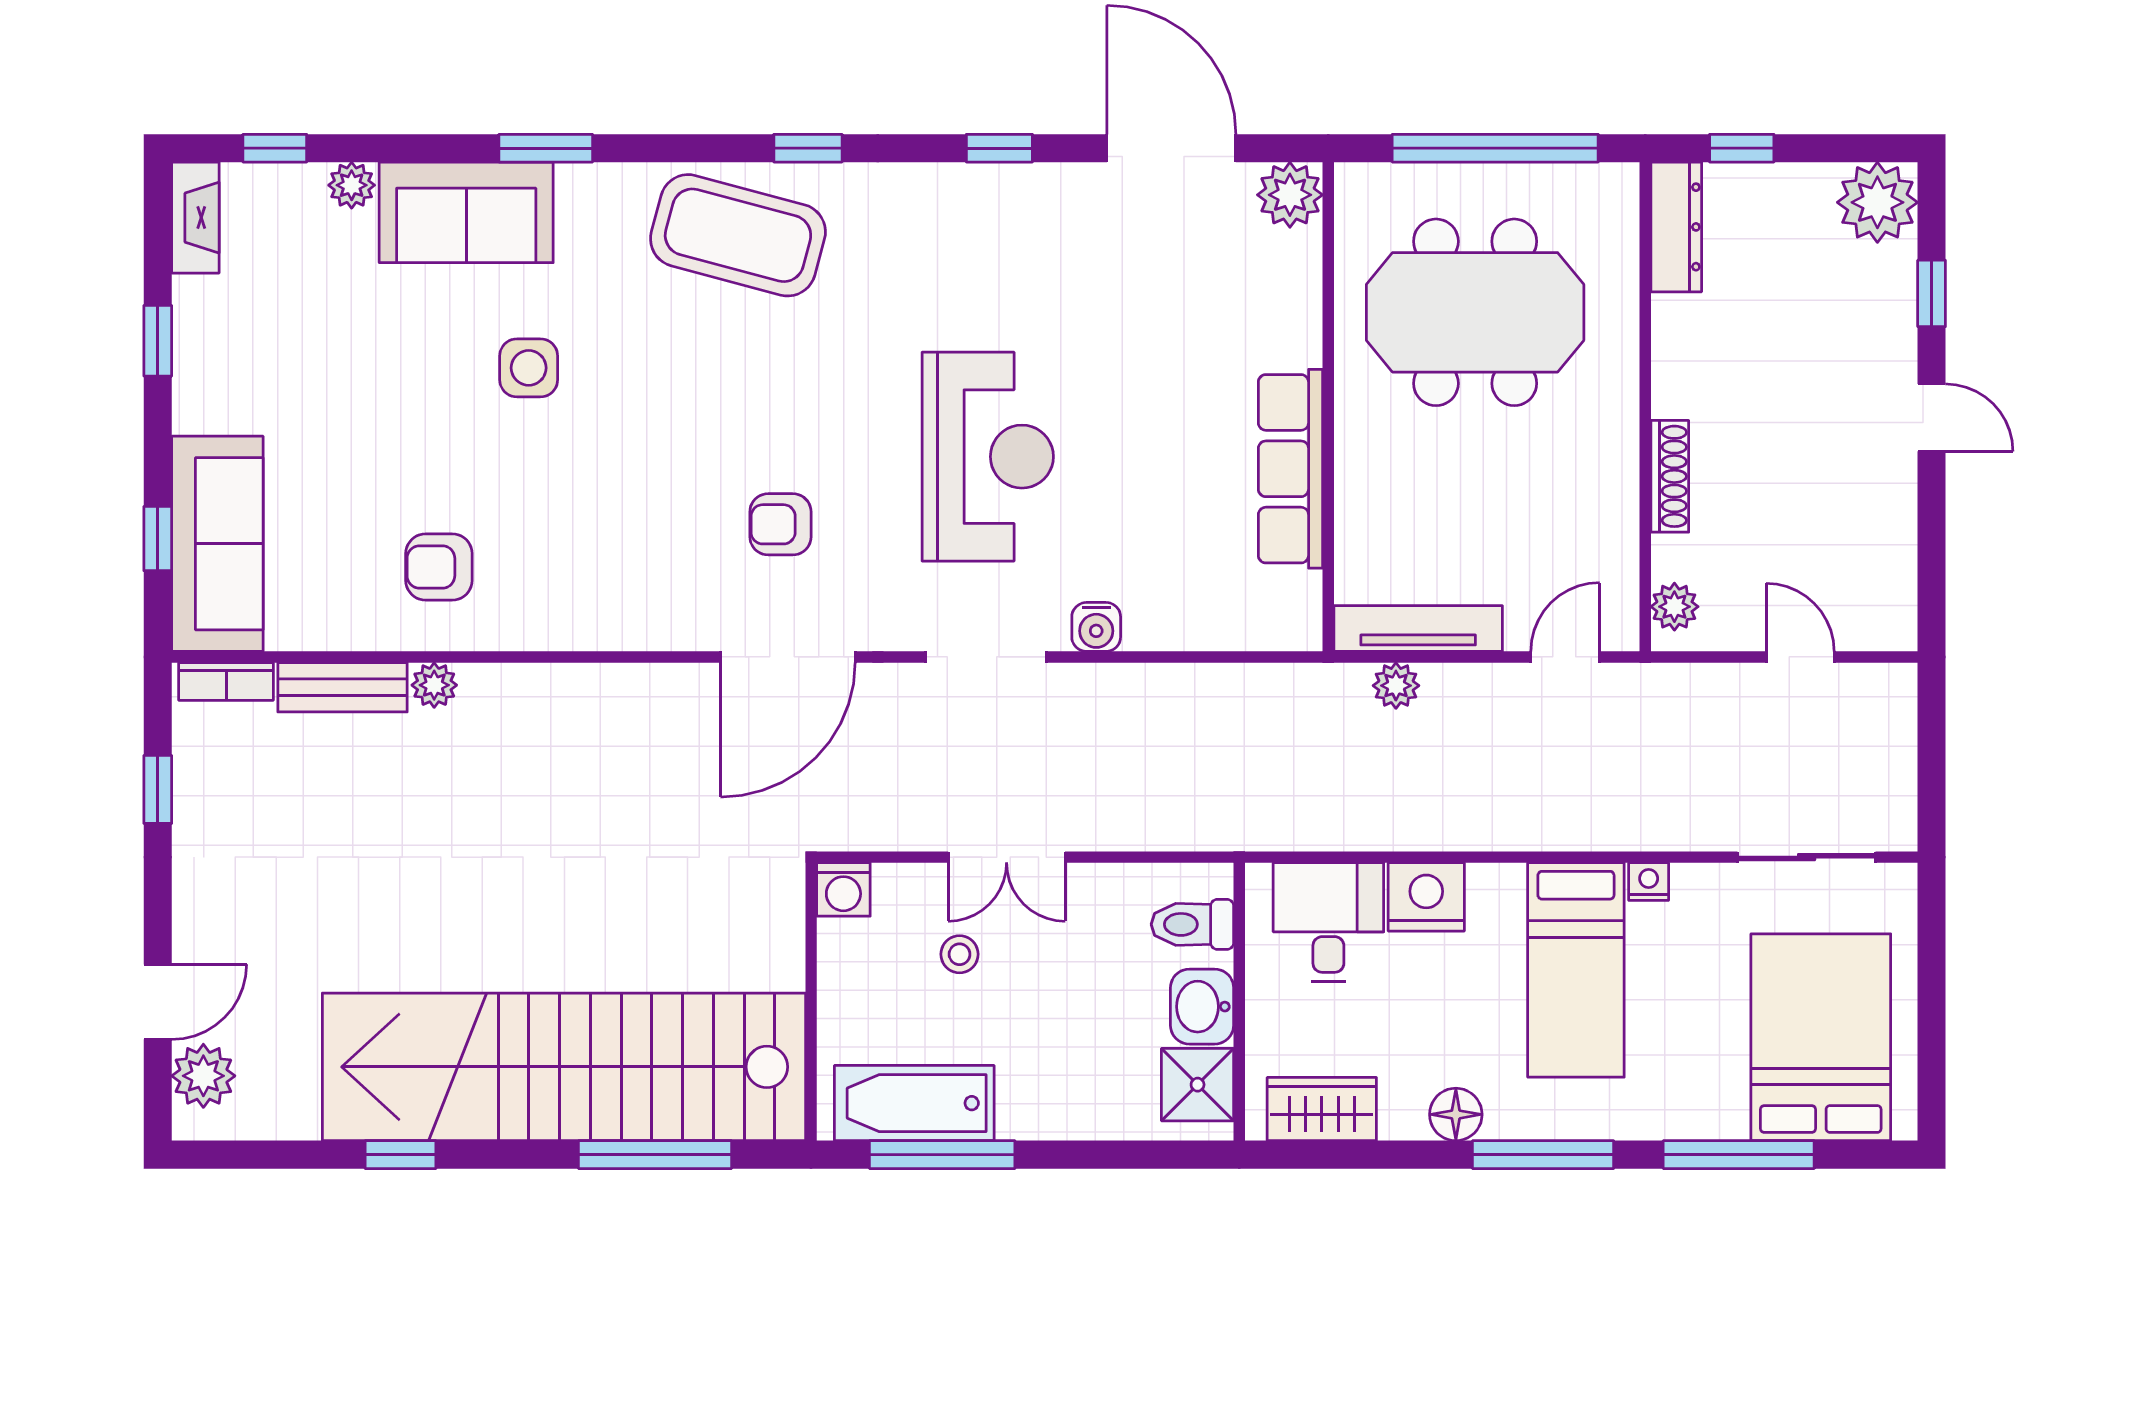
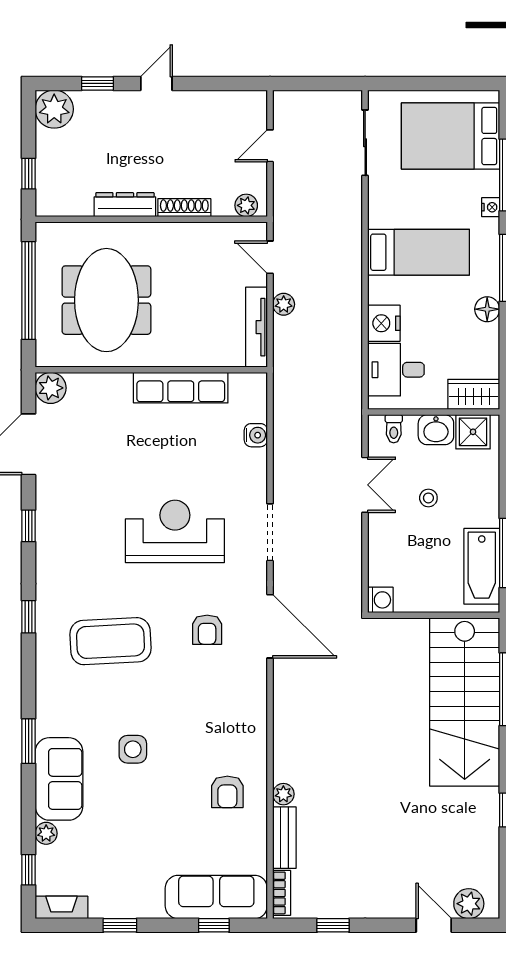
dresser: (1676, 227) -> (125, 205), moved
coffee table: (738, 235) -> (111, 641), moved, turned 72
water cooler: (1096, 627) -> (256, 435), moved
plant: (1396, 686) -> (284, 304), moved
double door: (1007, 857) -> (365, 485), moved
nightstand: (1649, 882) -> (491, 207), moved, turned 180
toilet: (1192, 924) -> (394, 429), width x0.73, depth x0.72
stool: (960, 954) -> (428, 498), moved
stairs: (564, 1067) -> (465, 702), width x0.73
wardrobe: (1322, 1109) -> (474, 394), moved, turned 90

